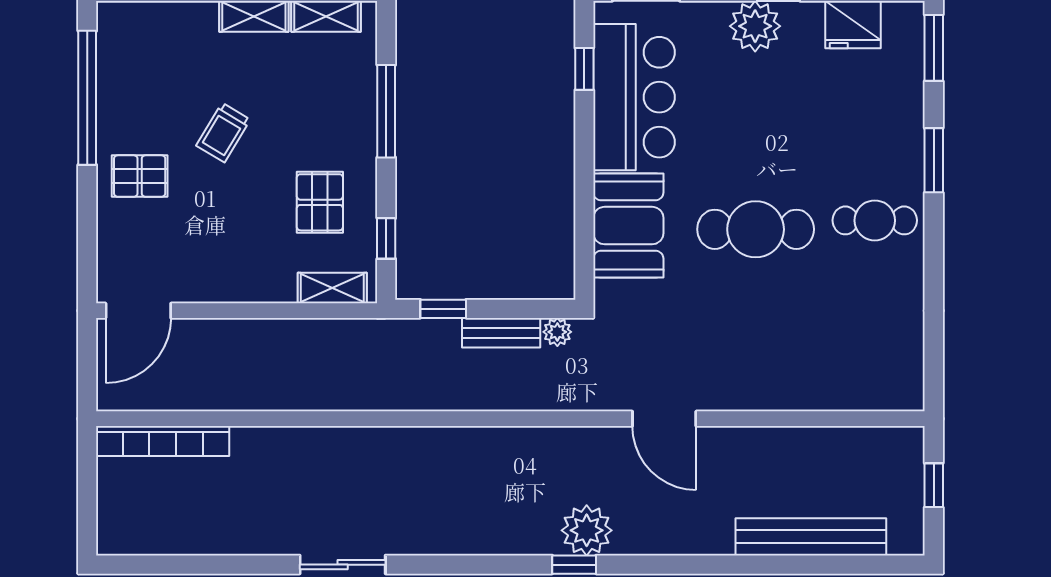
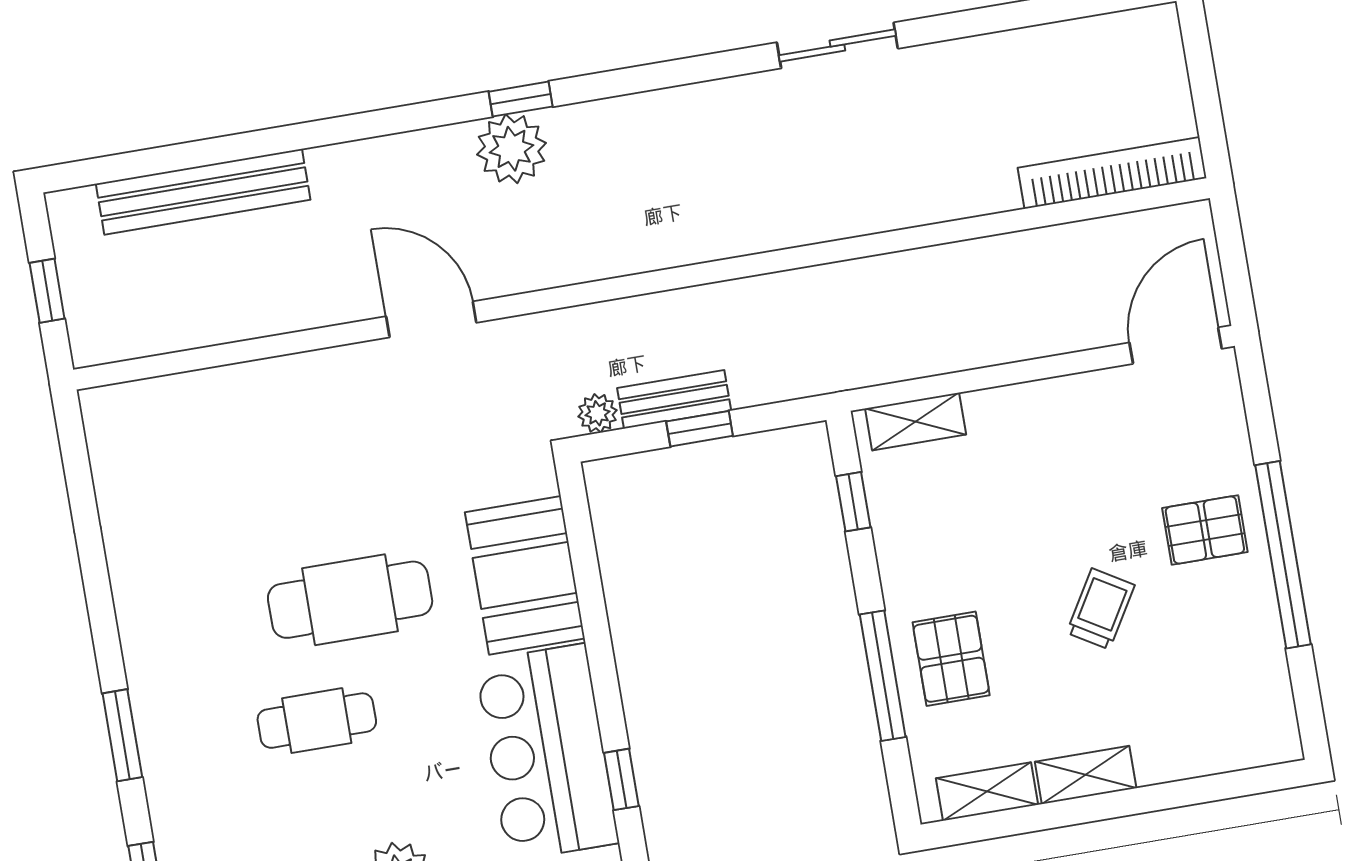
window: (87, 98) -> (1283, 555), moved
pallet: (320, 202) -> (951, 659), moved
cafe table: (875, 220) -> (317, 721), moved
window: (443, 309) -> (700, 429), moved

